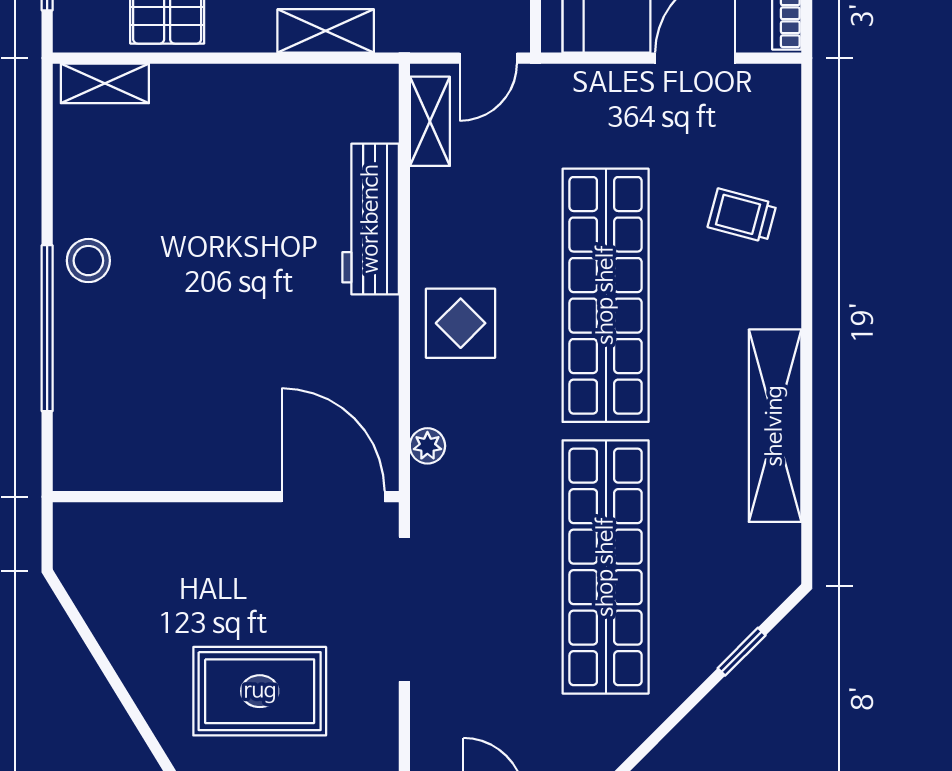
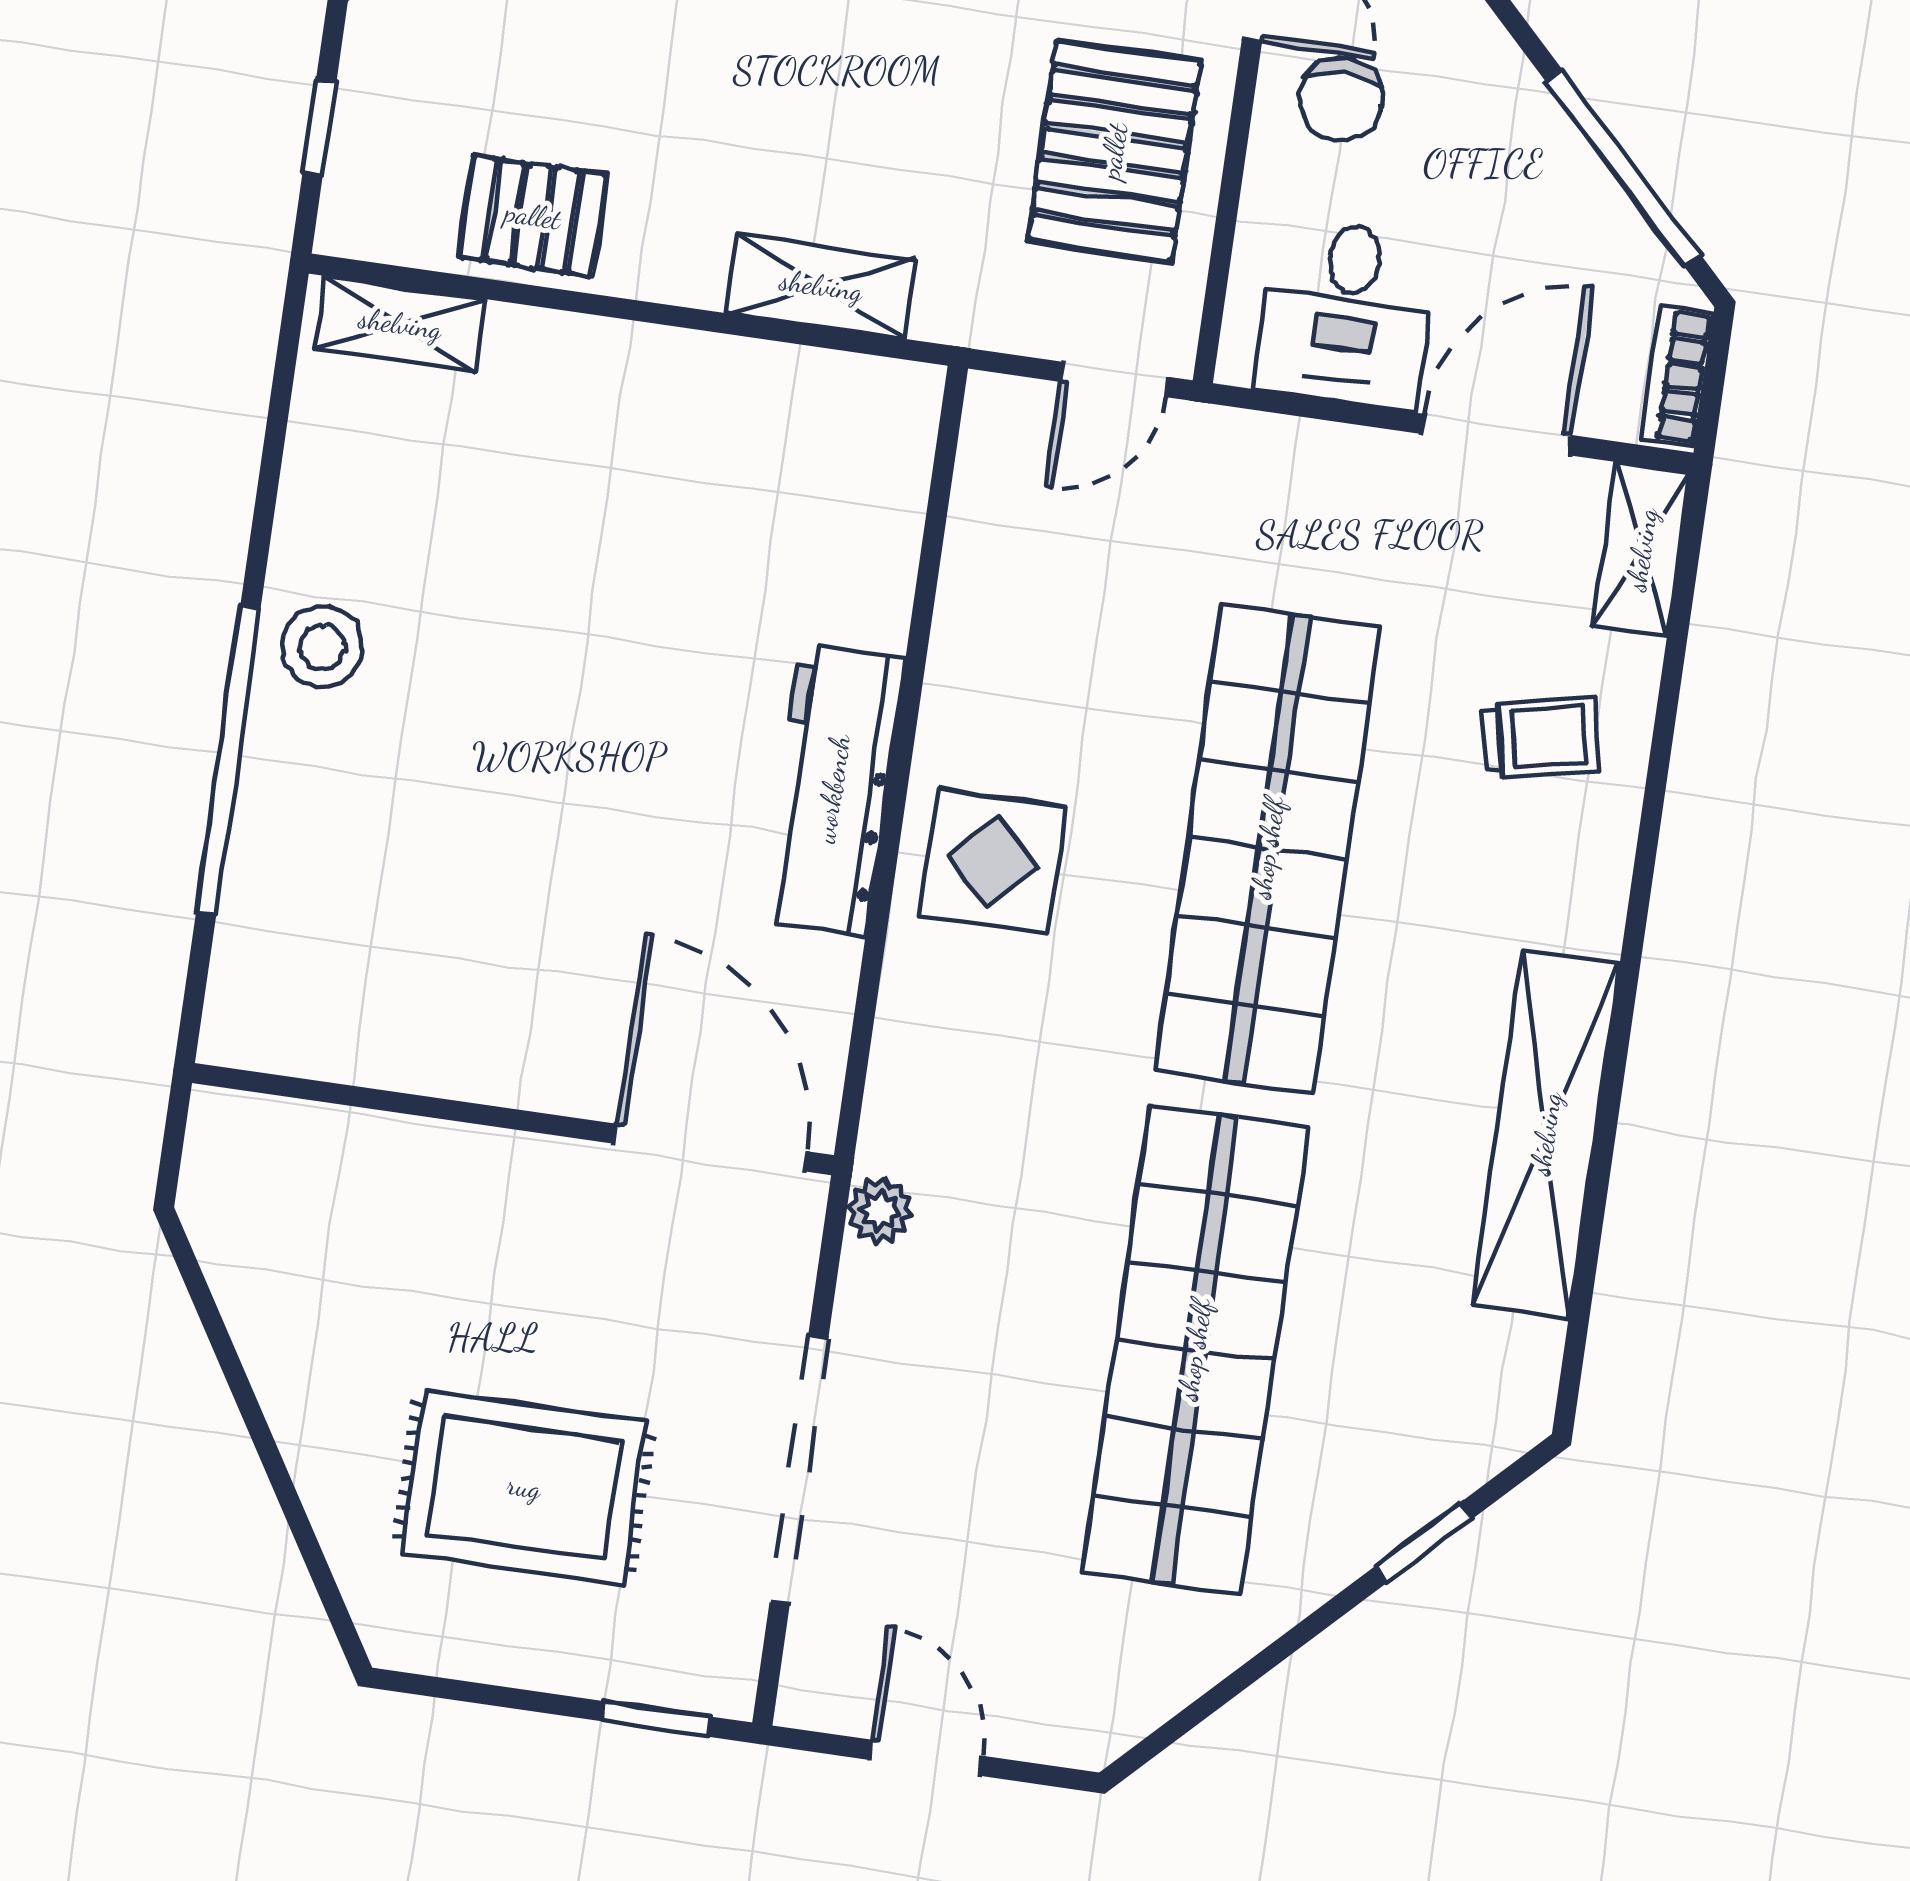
shelving: (430, 121) -> (1642, 550), moved
trolley: (742, 215) -> (1541, 737), turned 153
workbench: (371, 219) -> (833, 789), moved
plant: (427, 446) -> (880, 1211), moved
doorway: (404, 609) -> (799, 1470), moved

